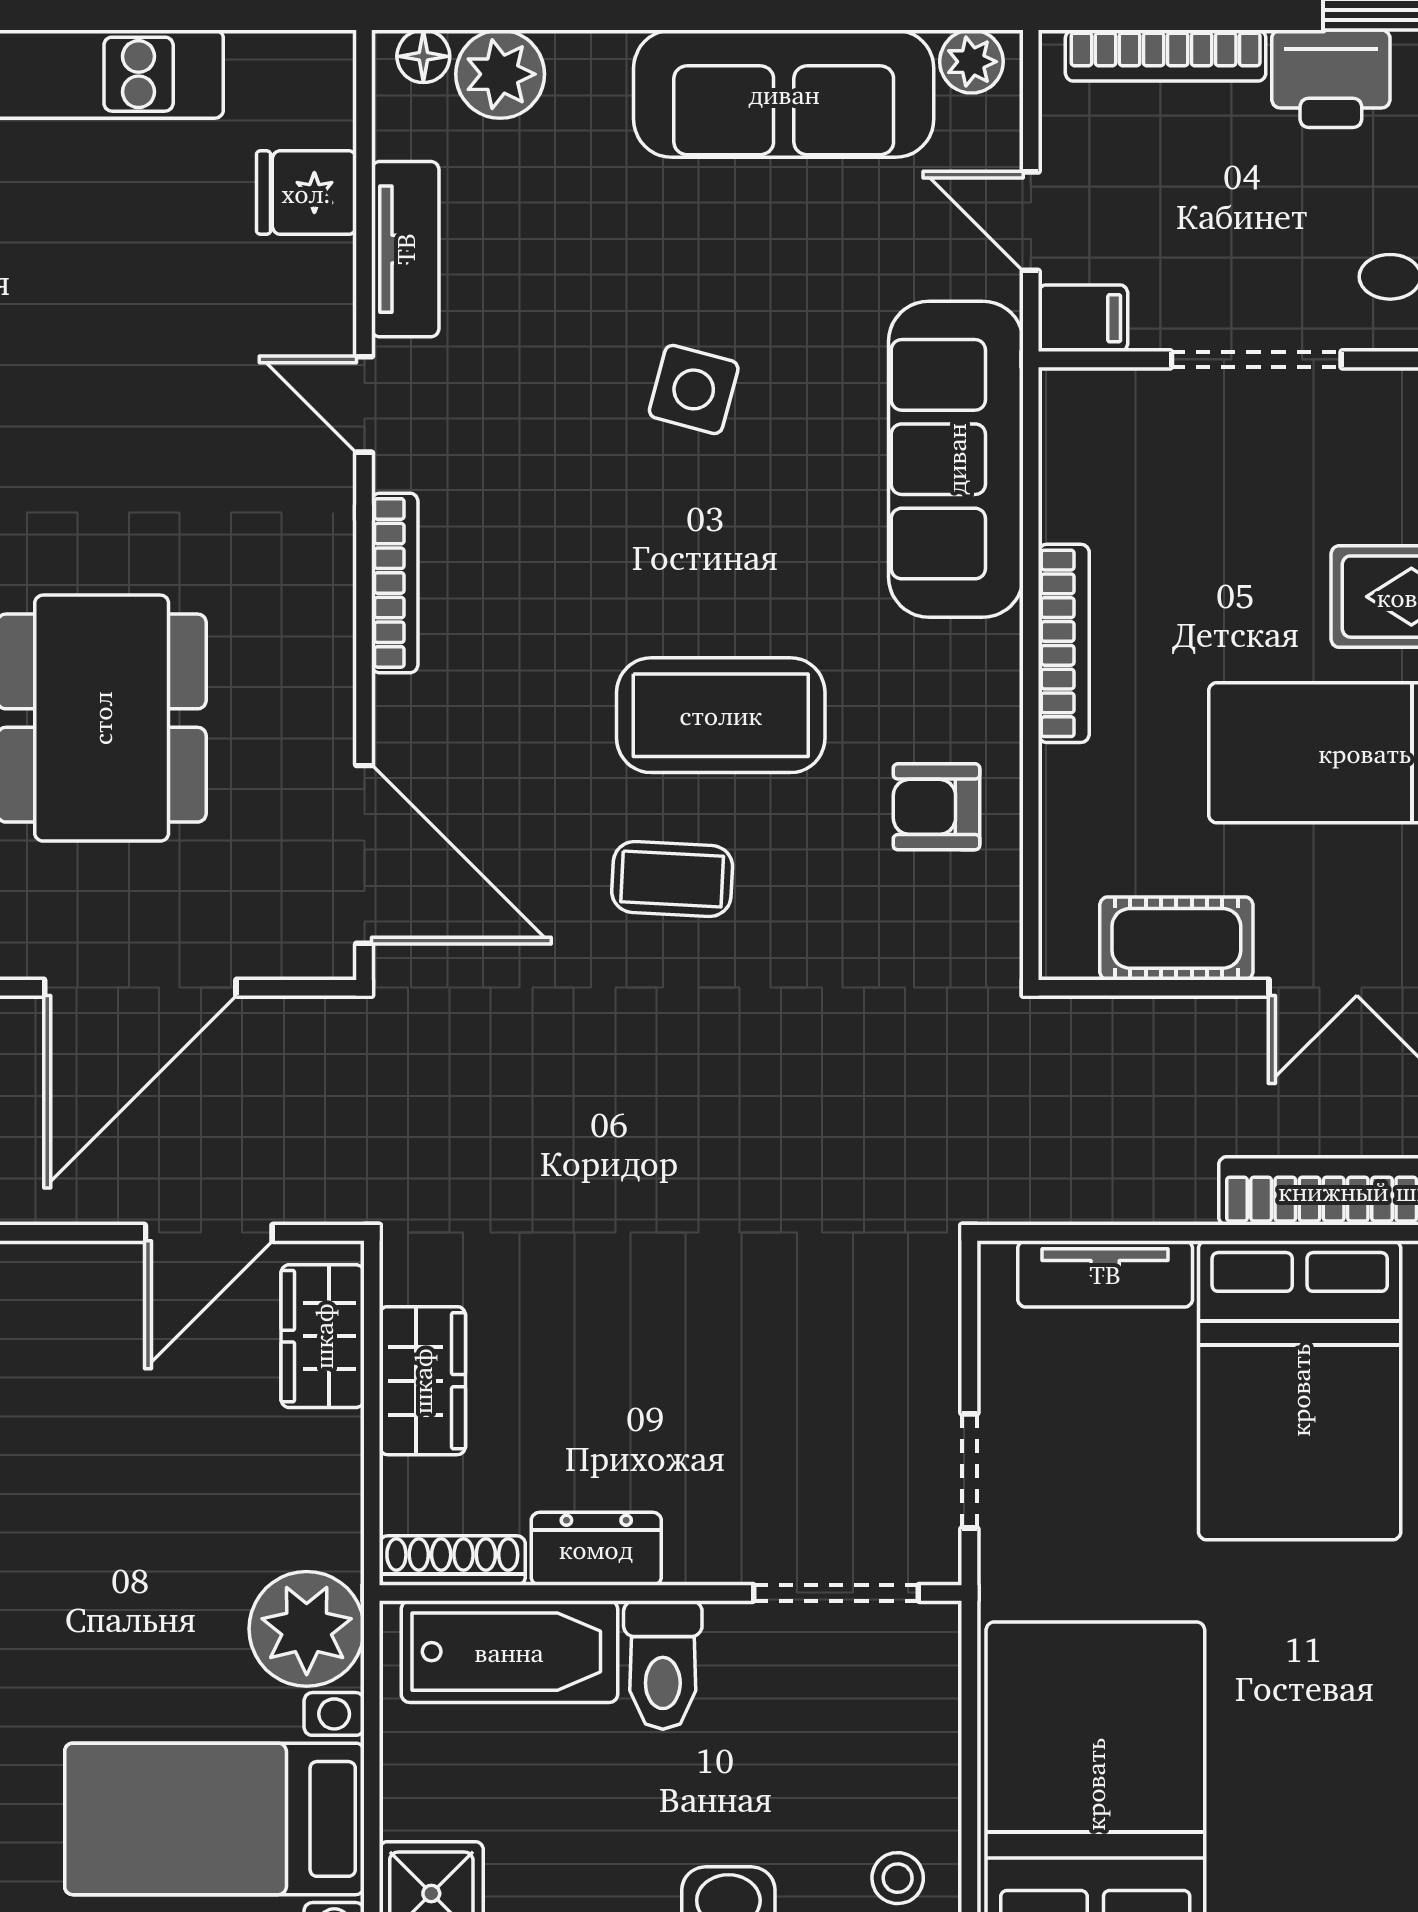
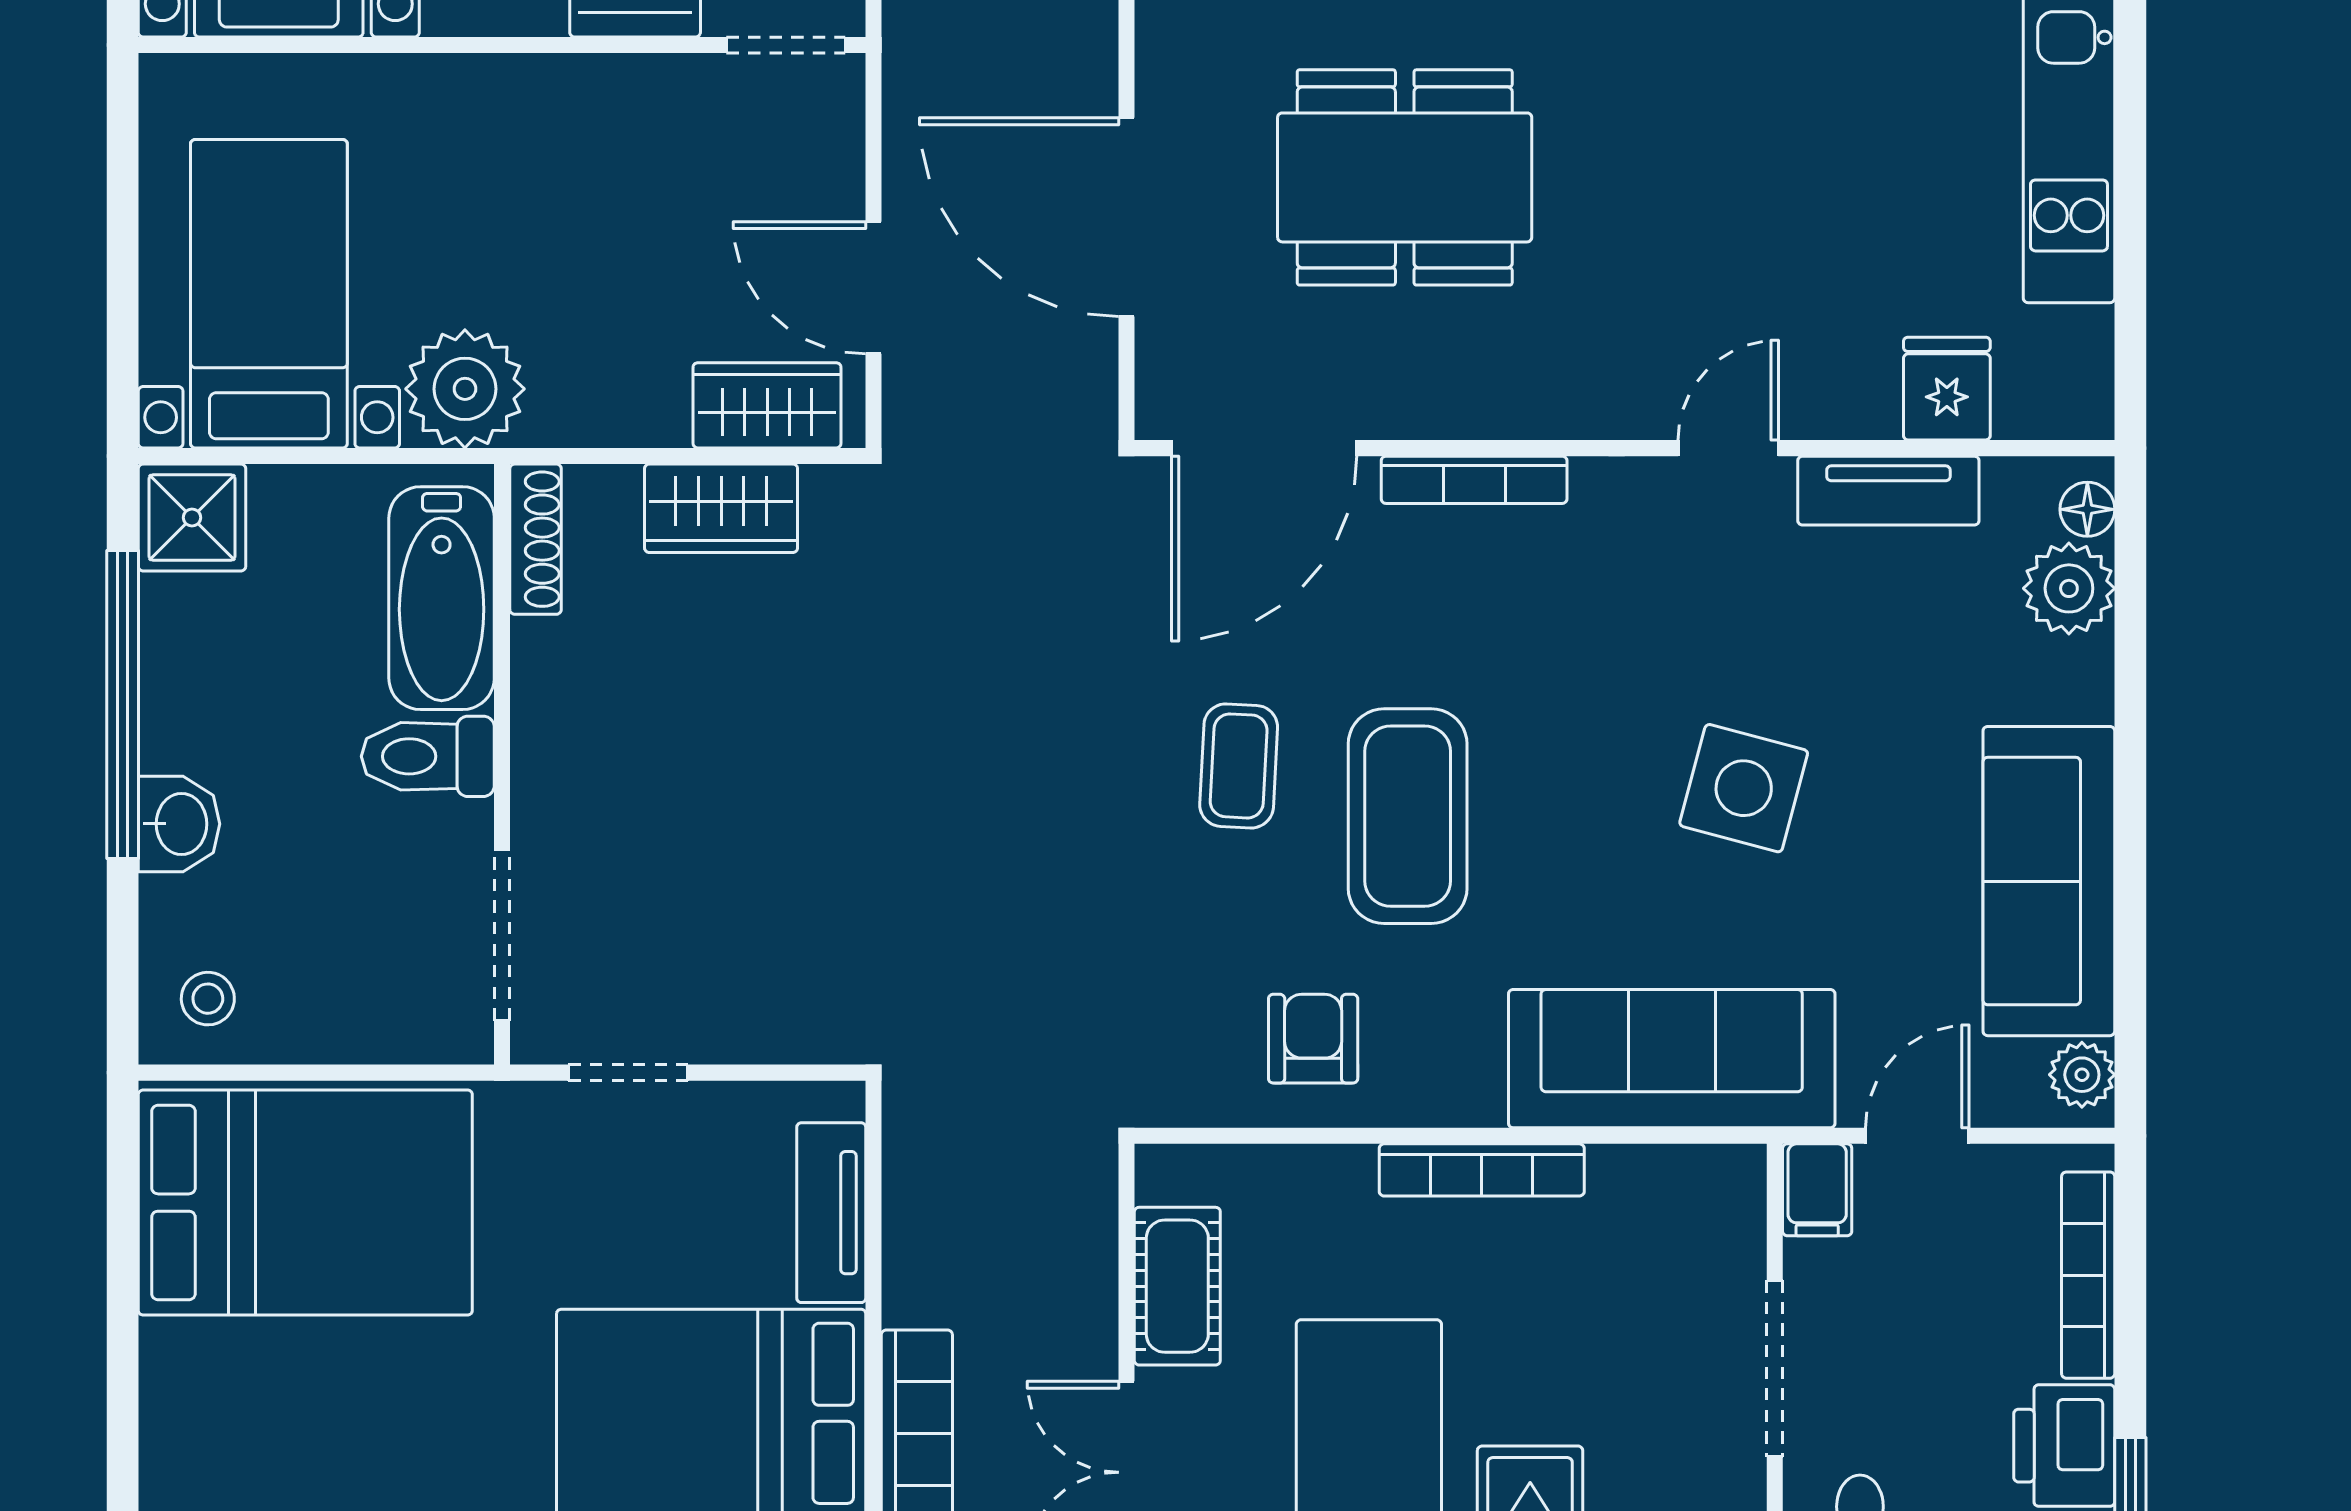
side table: (694, 389) -> (1744, 788), width x1.37, depth x1.37
bookcase: (395, 583) -> (1474, 480), moved
dresser: (596, 1549) -> (548, 688), removed

